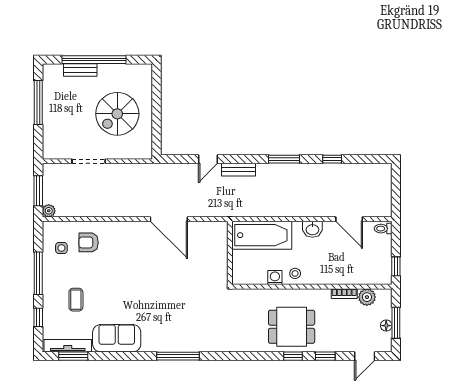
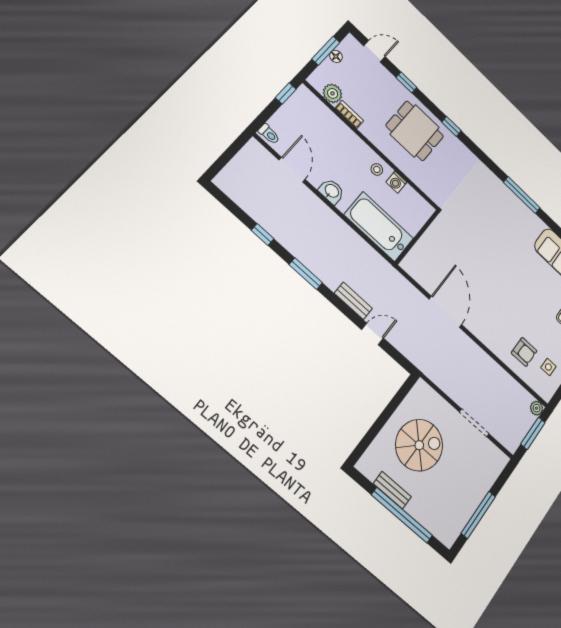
bench: (80, 70) -> (392, 490), moved
window: (293, 356) -> (451, 126), moved

